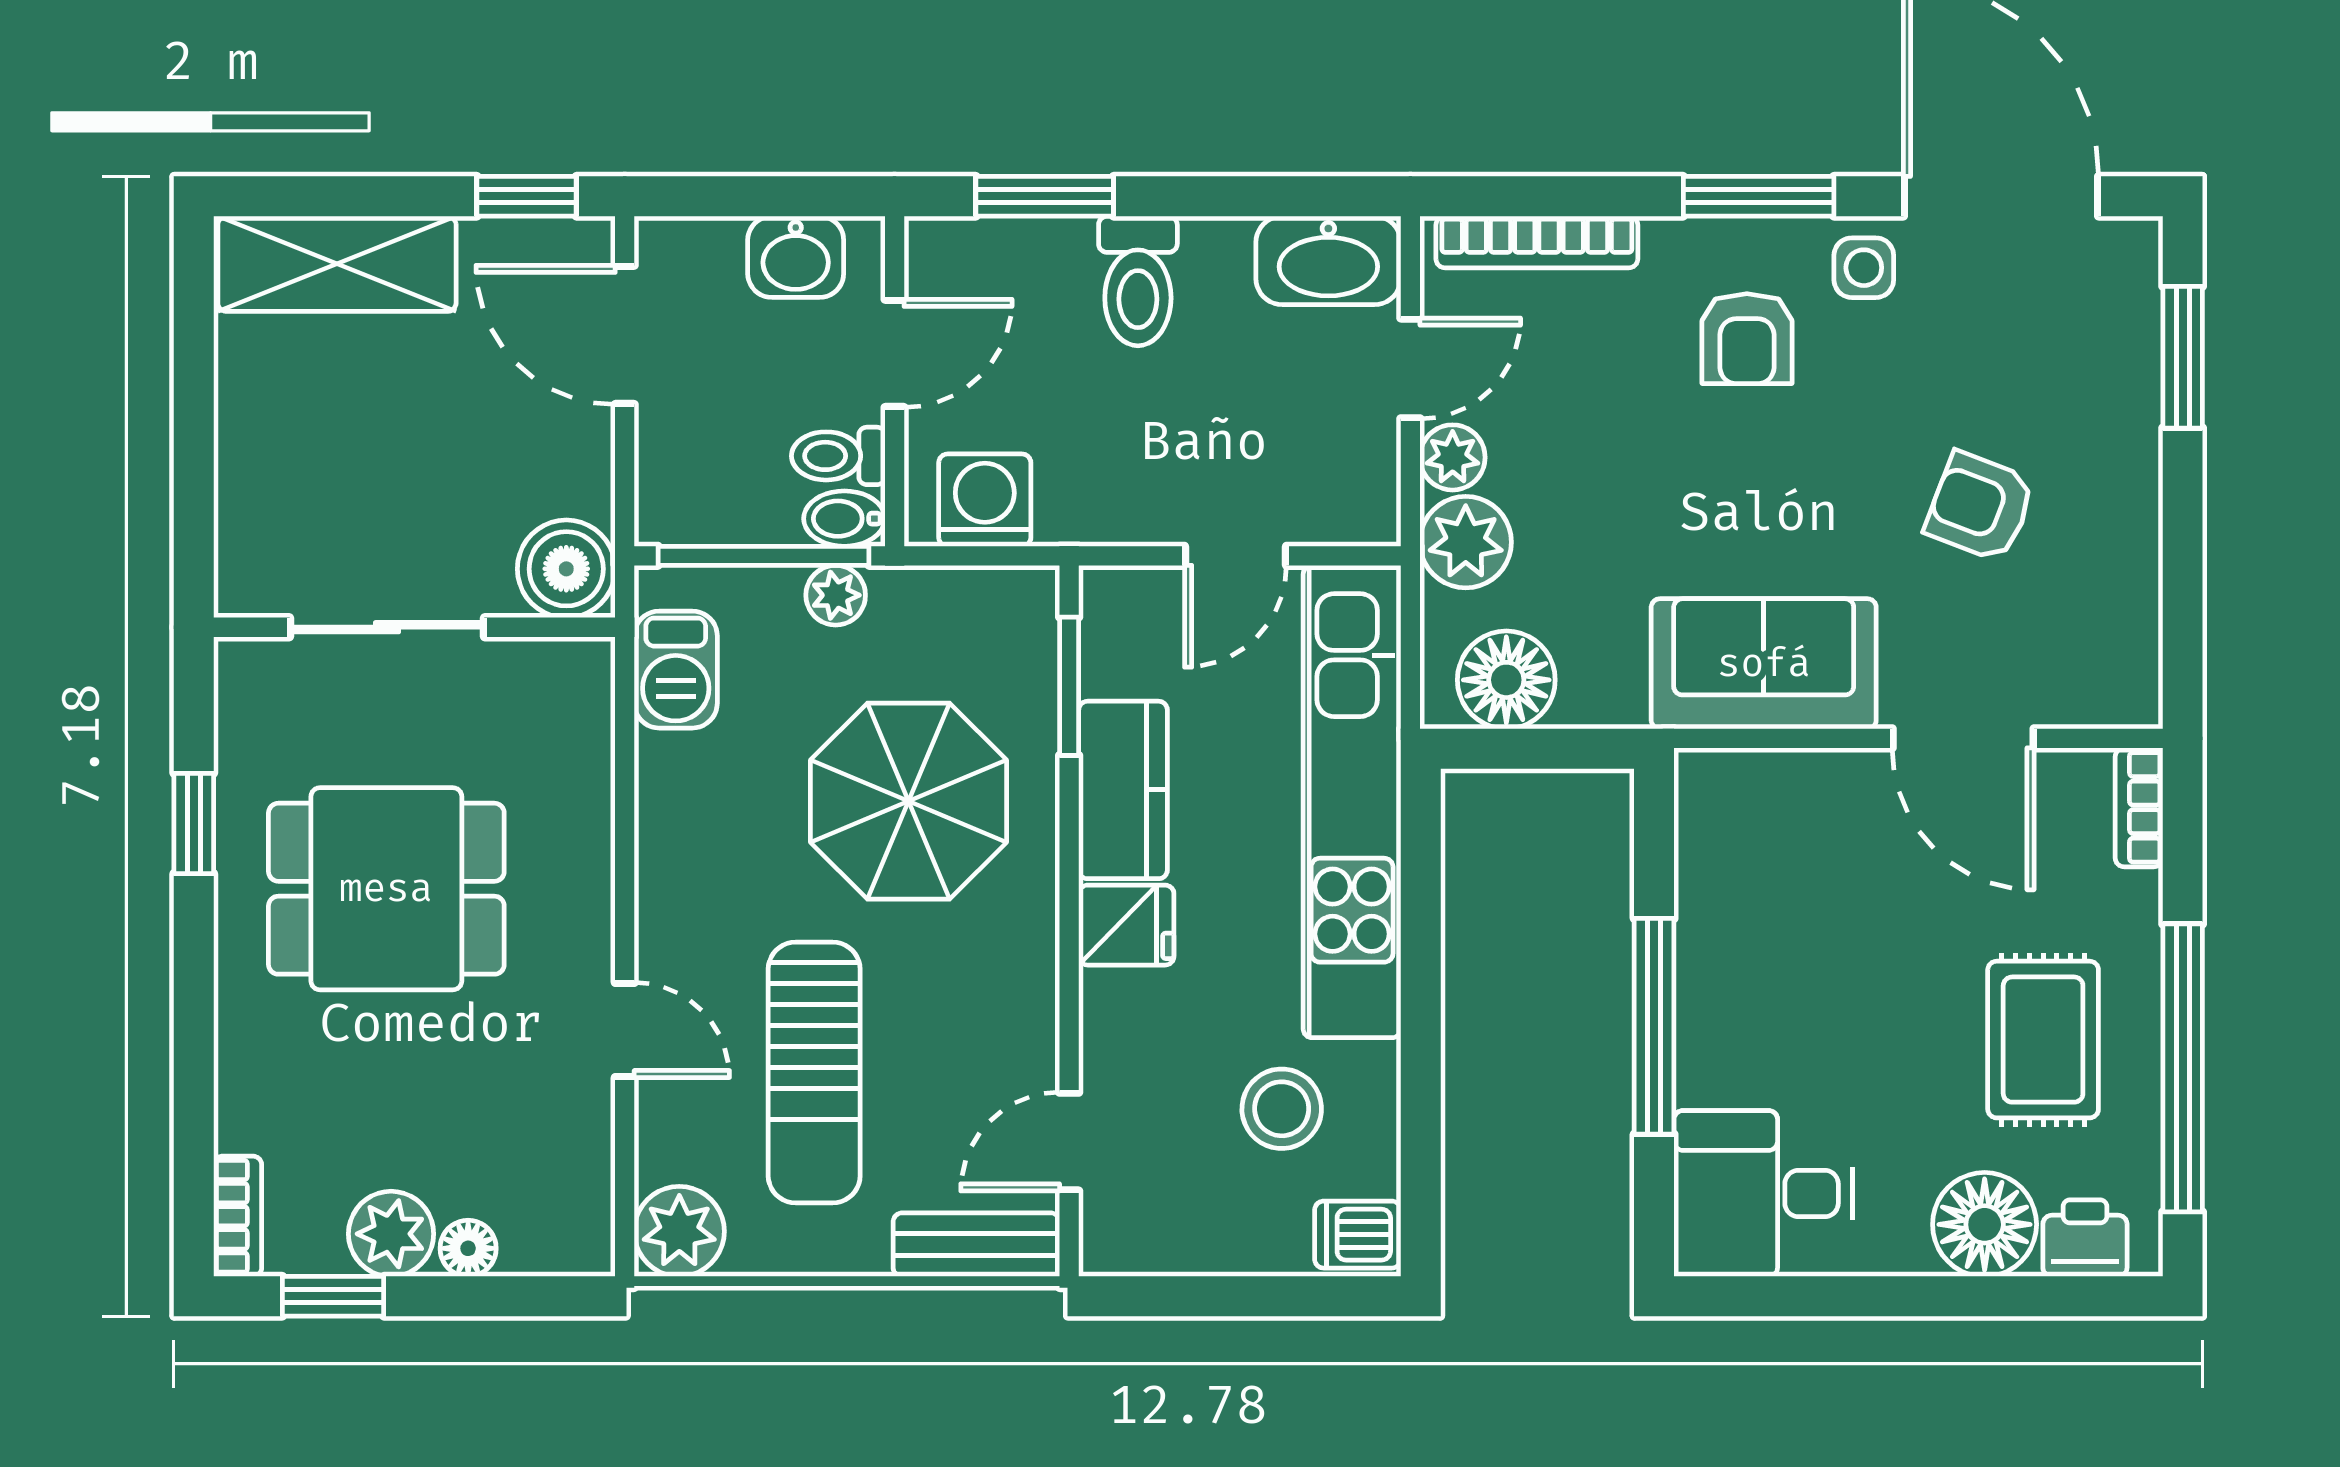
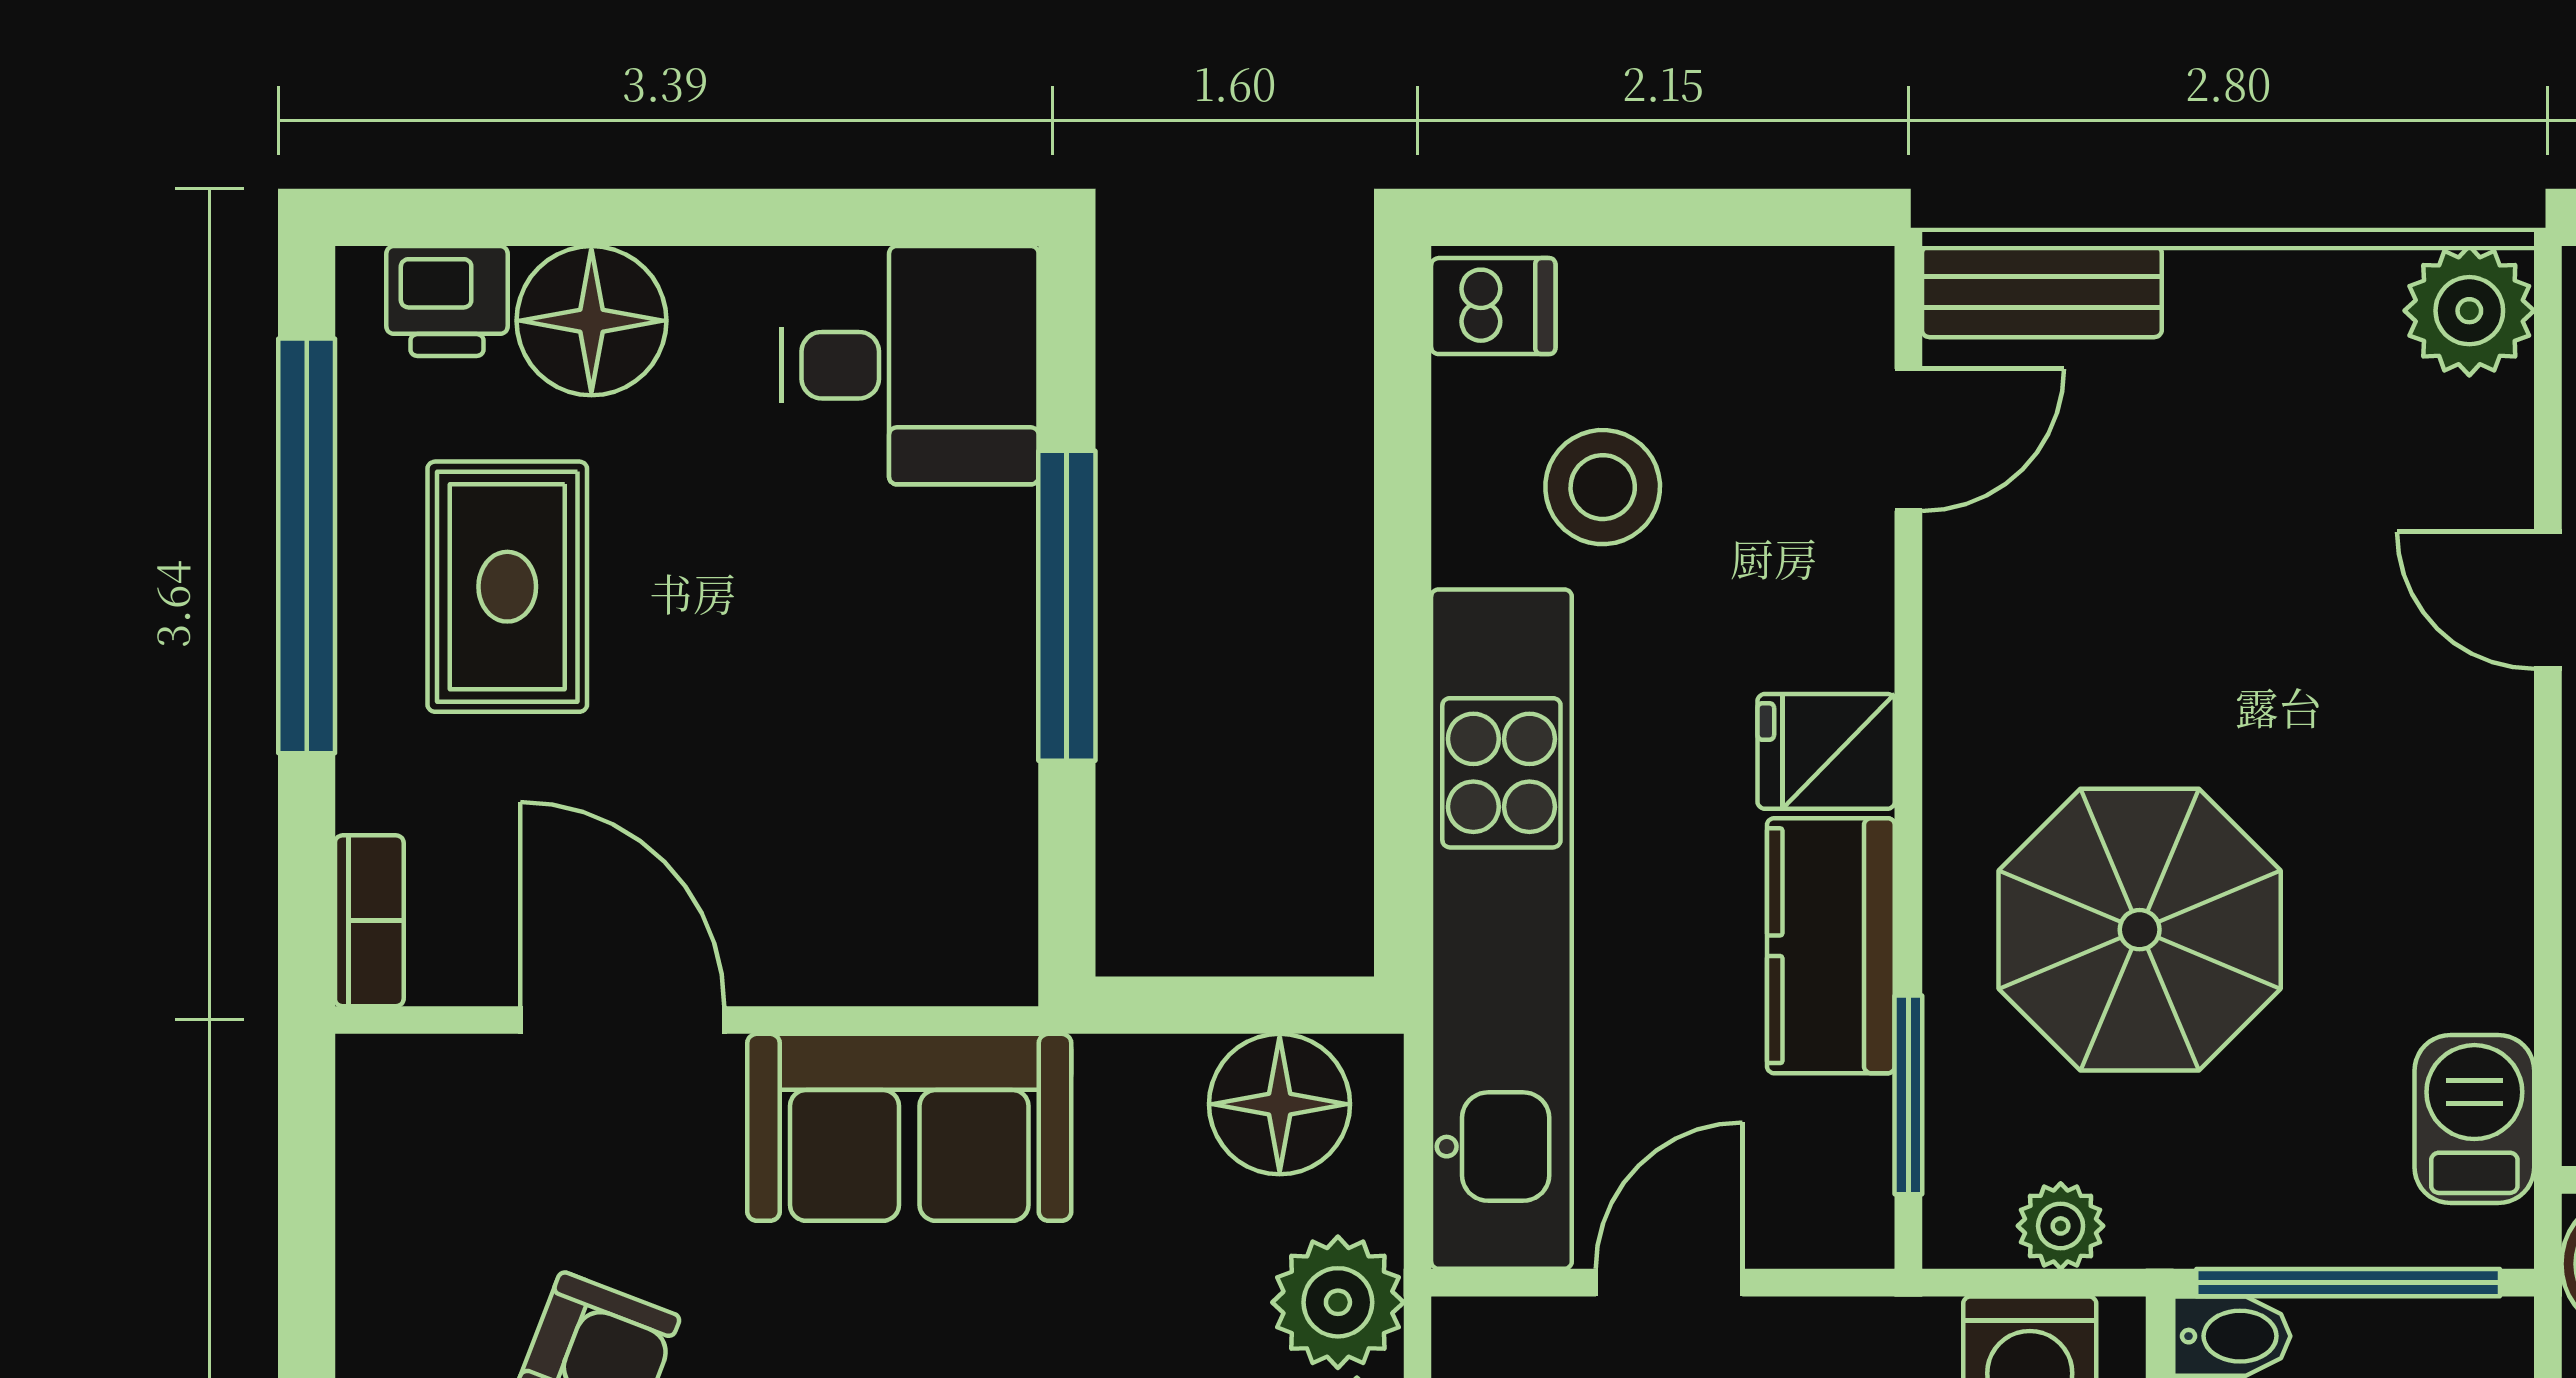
plant: (836, 595) -> (2061, 1226), moved
sun lounger: (814, 1072) -> (2275, 539), removed

